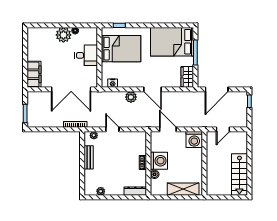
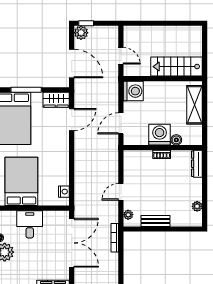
door: (153, 89) -> (72, 120), moved
plant: (131, 97) -> (81, 33), moved
stairs: (239, 175) -> (177, 67), moved, turned 180

